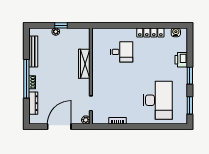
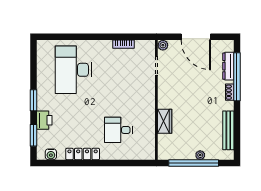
window: (61, 25) -> (194, 163), width x3.17
wardrobe: (84, 64) -> (165, 121), width x0.67
window: (26, 79) -> (237, 77), moved
window: (190, 105) -> (33, 135), moved
door: (59, 127) -> (196, 37), hinge flipped

